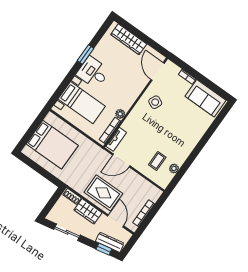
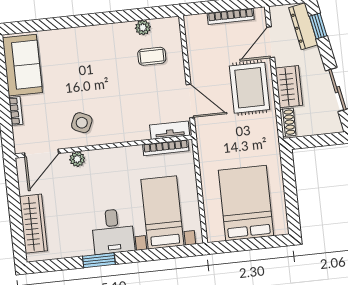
plant: (120, 114) -> (77, 159), moved

